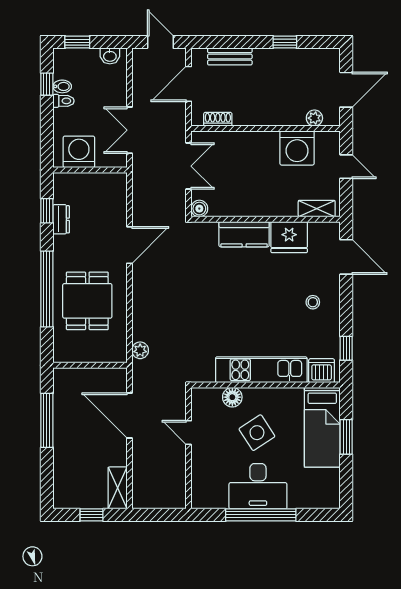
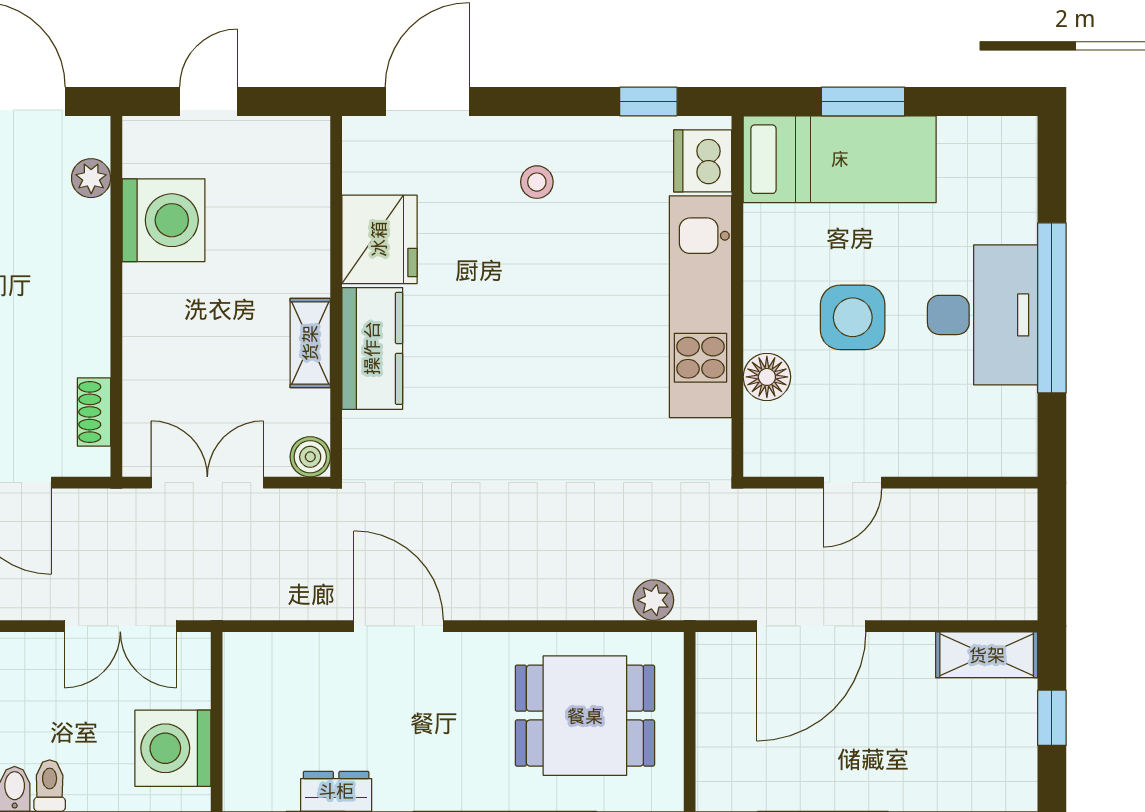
shelving: (317, 209) -> (310, 343), moved
dining table: (87, 301) -> (585, 716), moved
side table: (257, 433) -> (853, 317), turned 33

